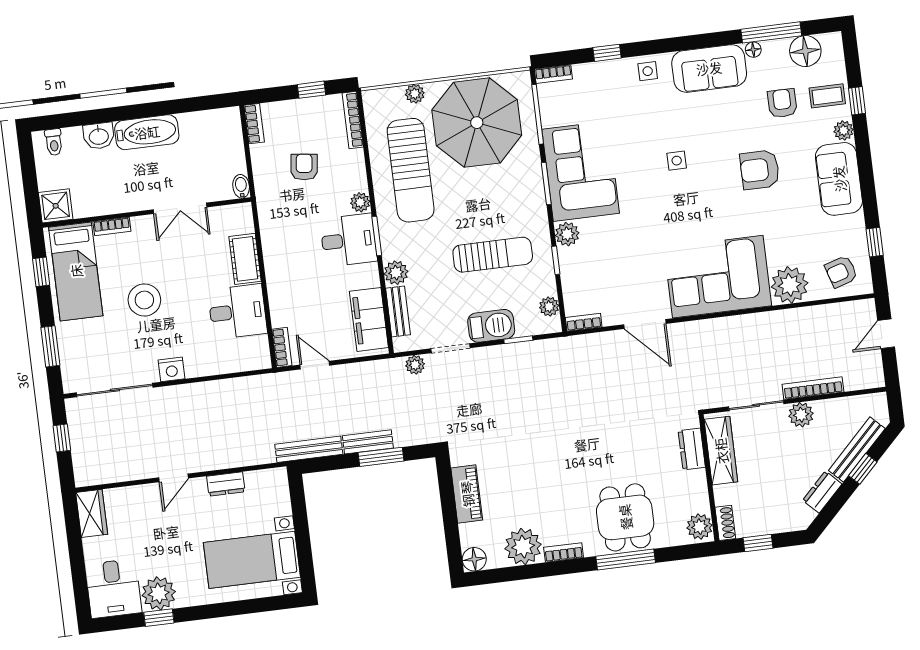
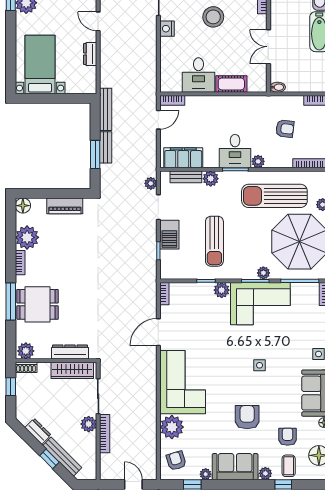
armchair: (782, 103) -> (288, 437), turned -90
plant: (856, 223) -> (206, 474), added
plant: (549, 307) -> (263, 273), moved
dresser: (692, 449) -> (70, 352), width x1.44

